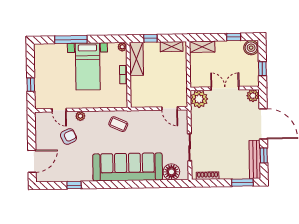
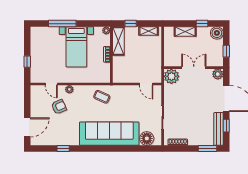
shelving: (202, 47) -> (185, 32), moved

